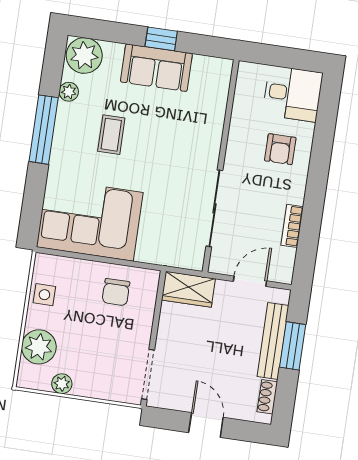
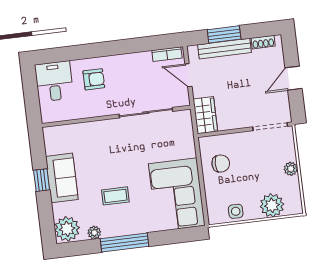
bookcase: (292, 226) -> (167, 54), moved
plant: (62, 384) -> (291, 169), moved

